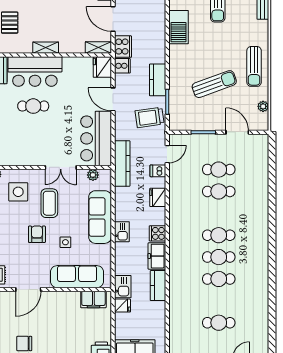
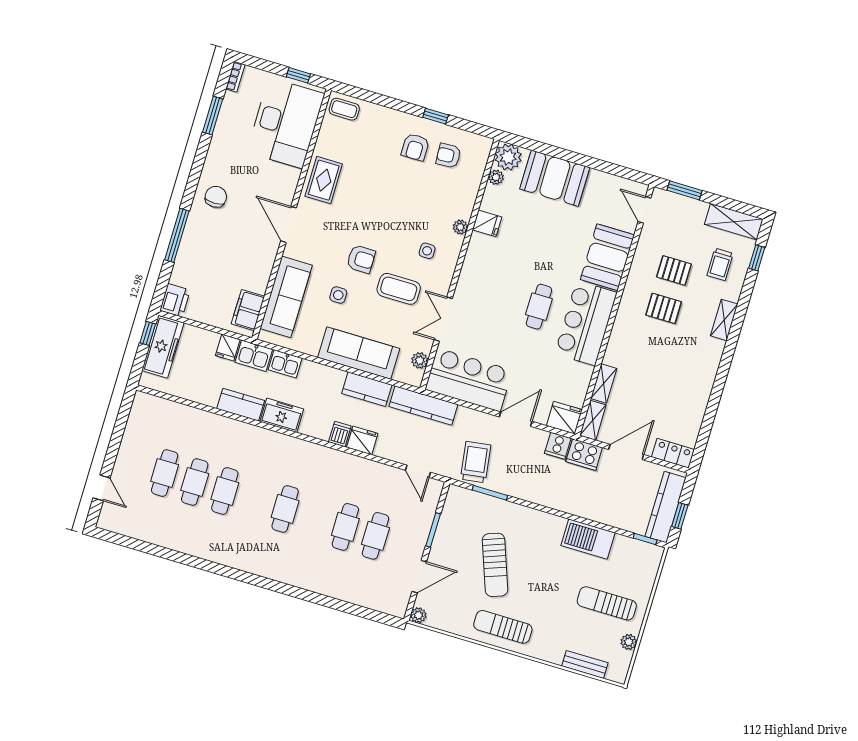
shelving: (46, 48) -> (604, 384), moved
kitchen counter: (158, 80) -> (367, 389), moved, turned 180
plant: (263, 106) -> (418, 615), moved
dishwasher: (158, 171) -> (340, 434), moved
side table: (18, 192) -> (427, 251), width x0.54, depth x0.54
kitchen sink: (122, 232) -> (285, 364), moved
cooker: (157, 233) -> (313, 425), removed
cafe table: (219, 257) -> (195, 482), moved

